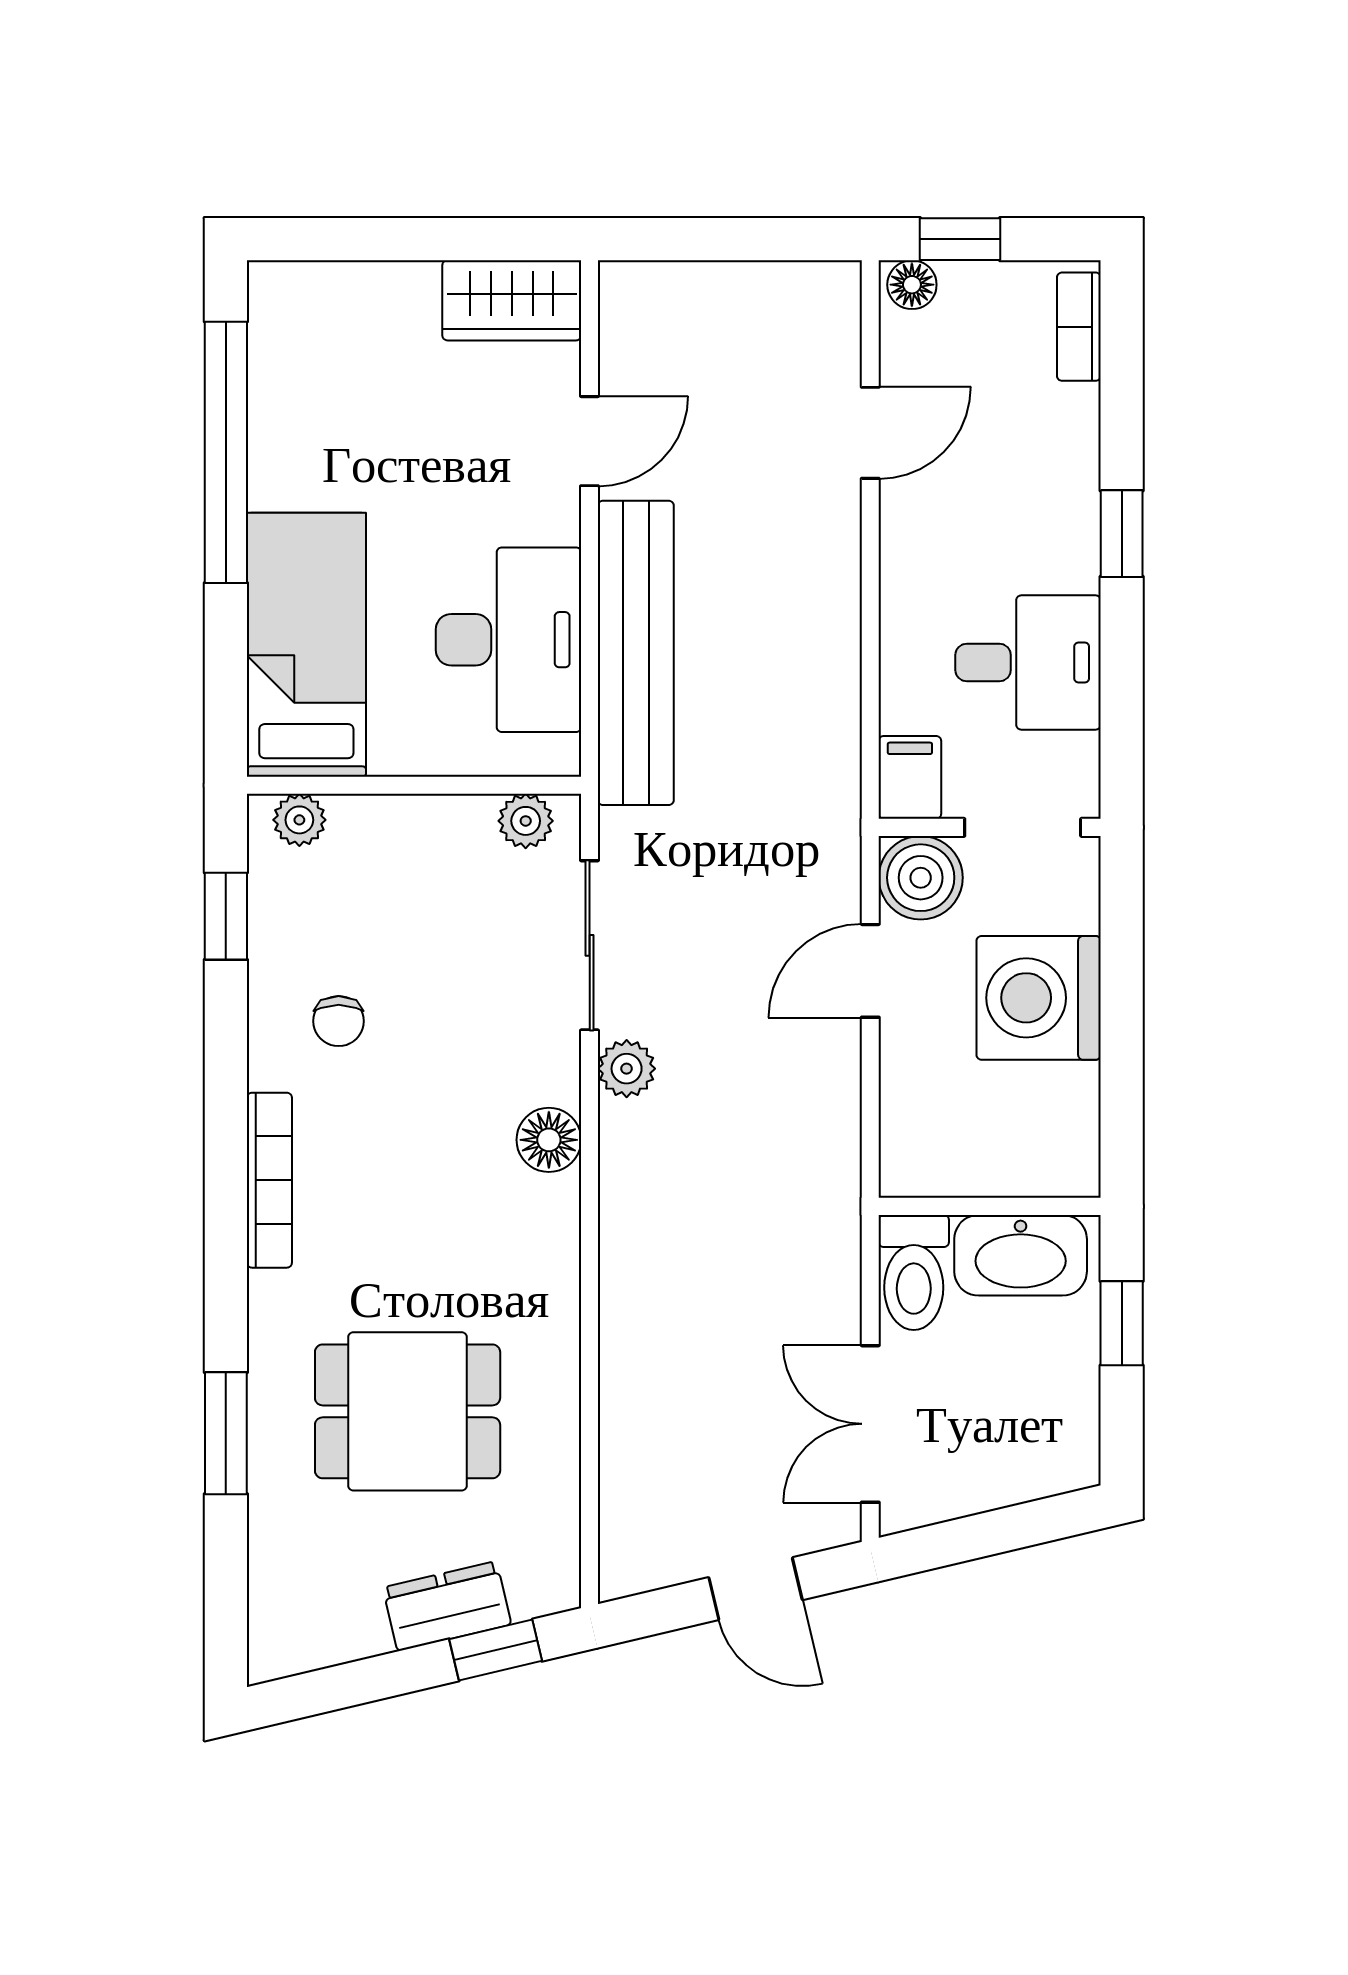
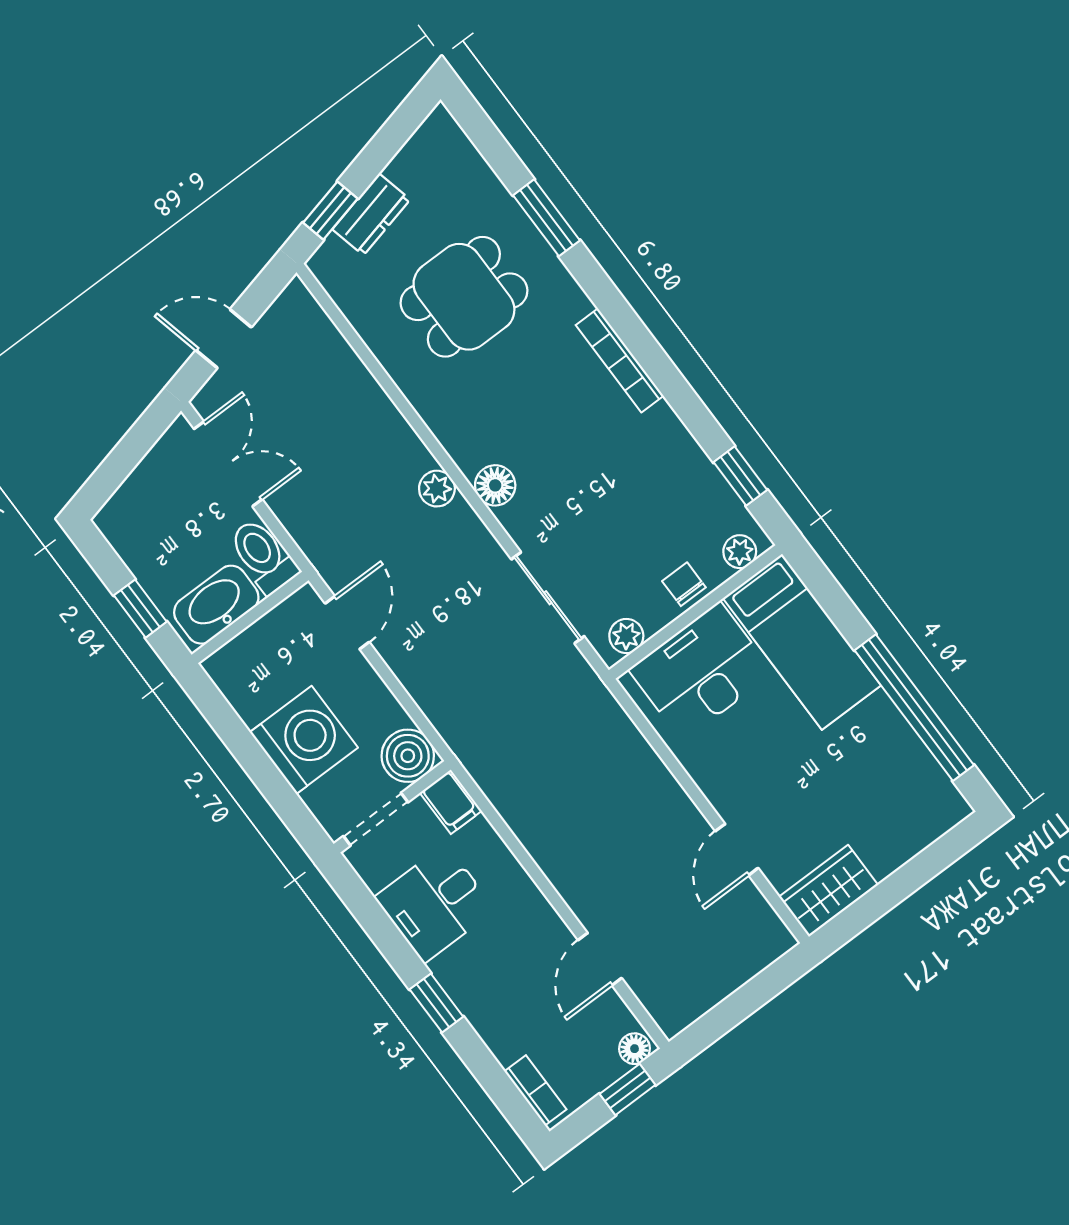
desk: (508, 640) -> (701, 671), moved, turned 90
bench: (636, 653) -> (634, 761), removed
door: (870, 971) -> (347, 623), moved
chair: (339, 1021) -> (684, 584), moved
plant: (627, 1069) -> (437, 489), moved

